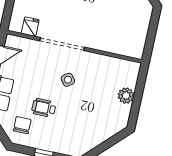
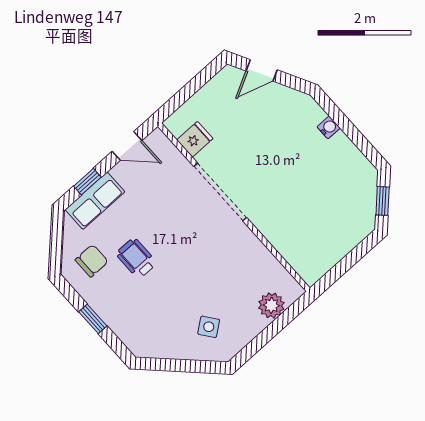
side table: (68, 80) -> (209, 327), moved
plant: (126, 96) -> (271, 305), moved

